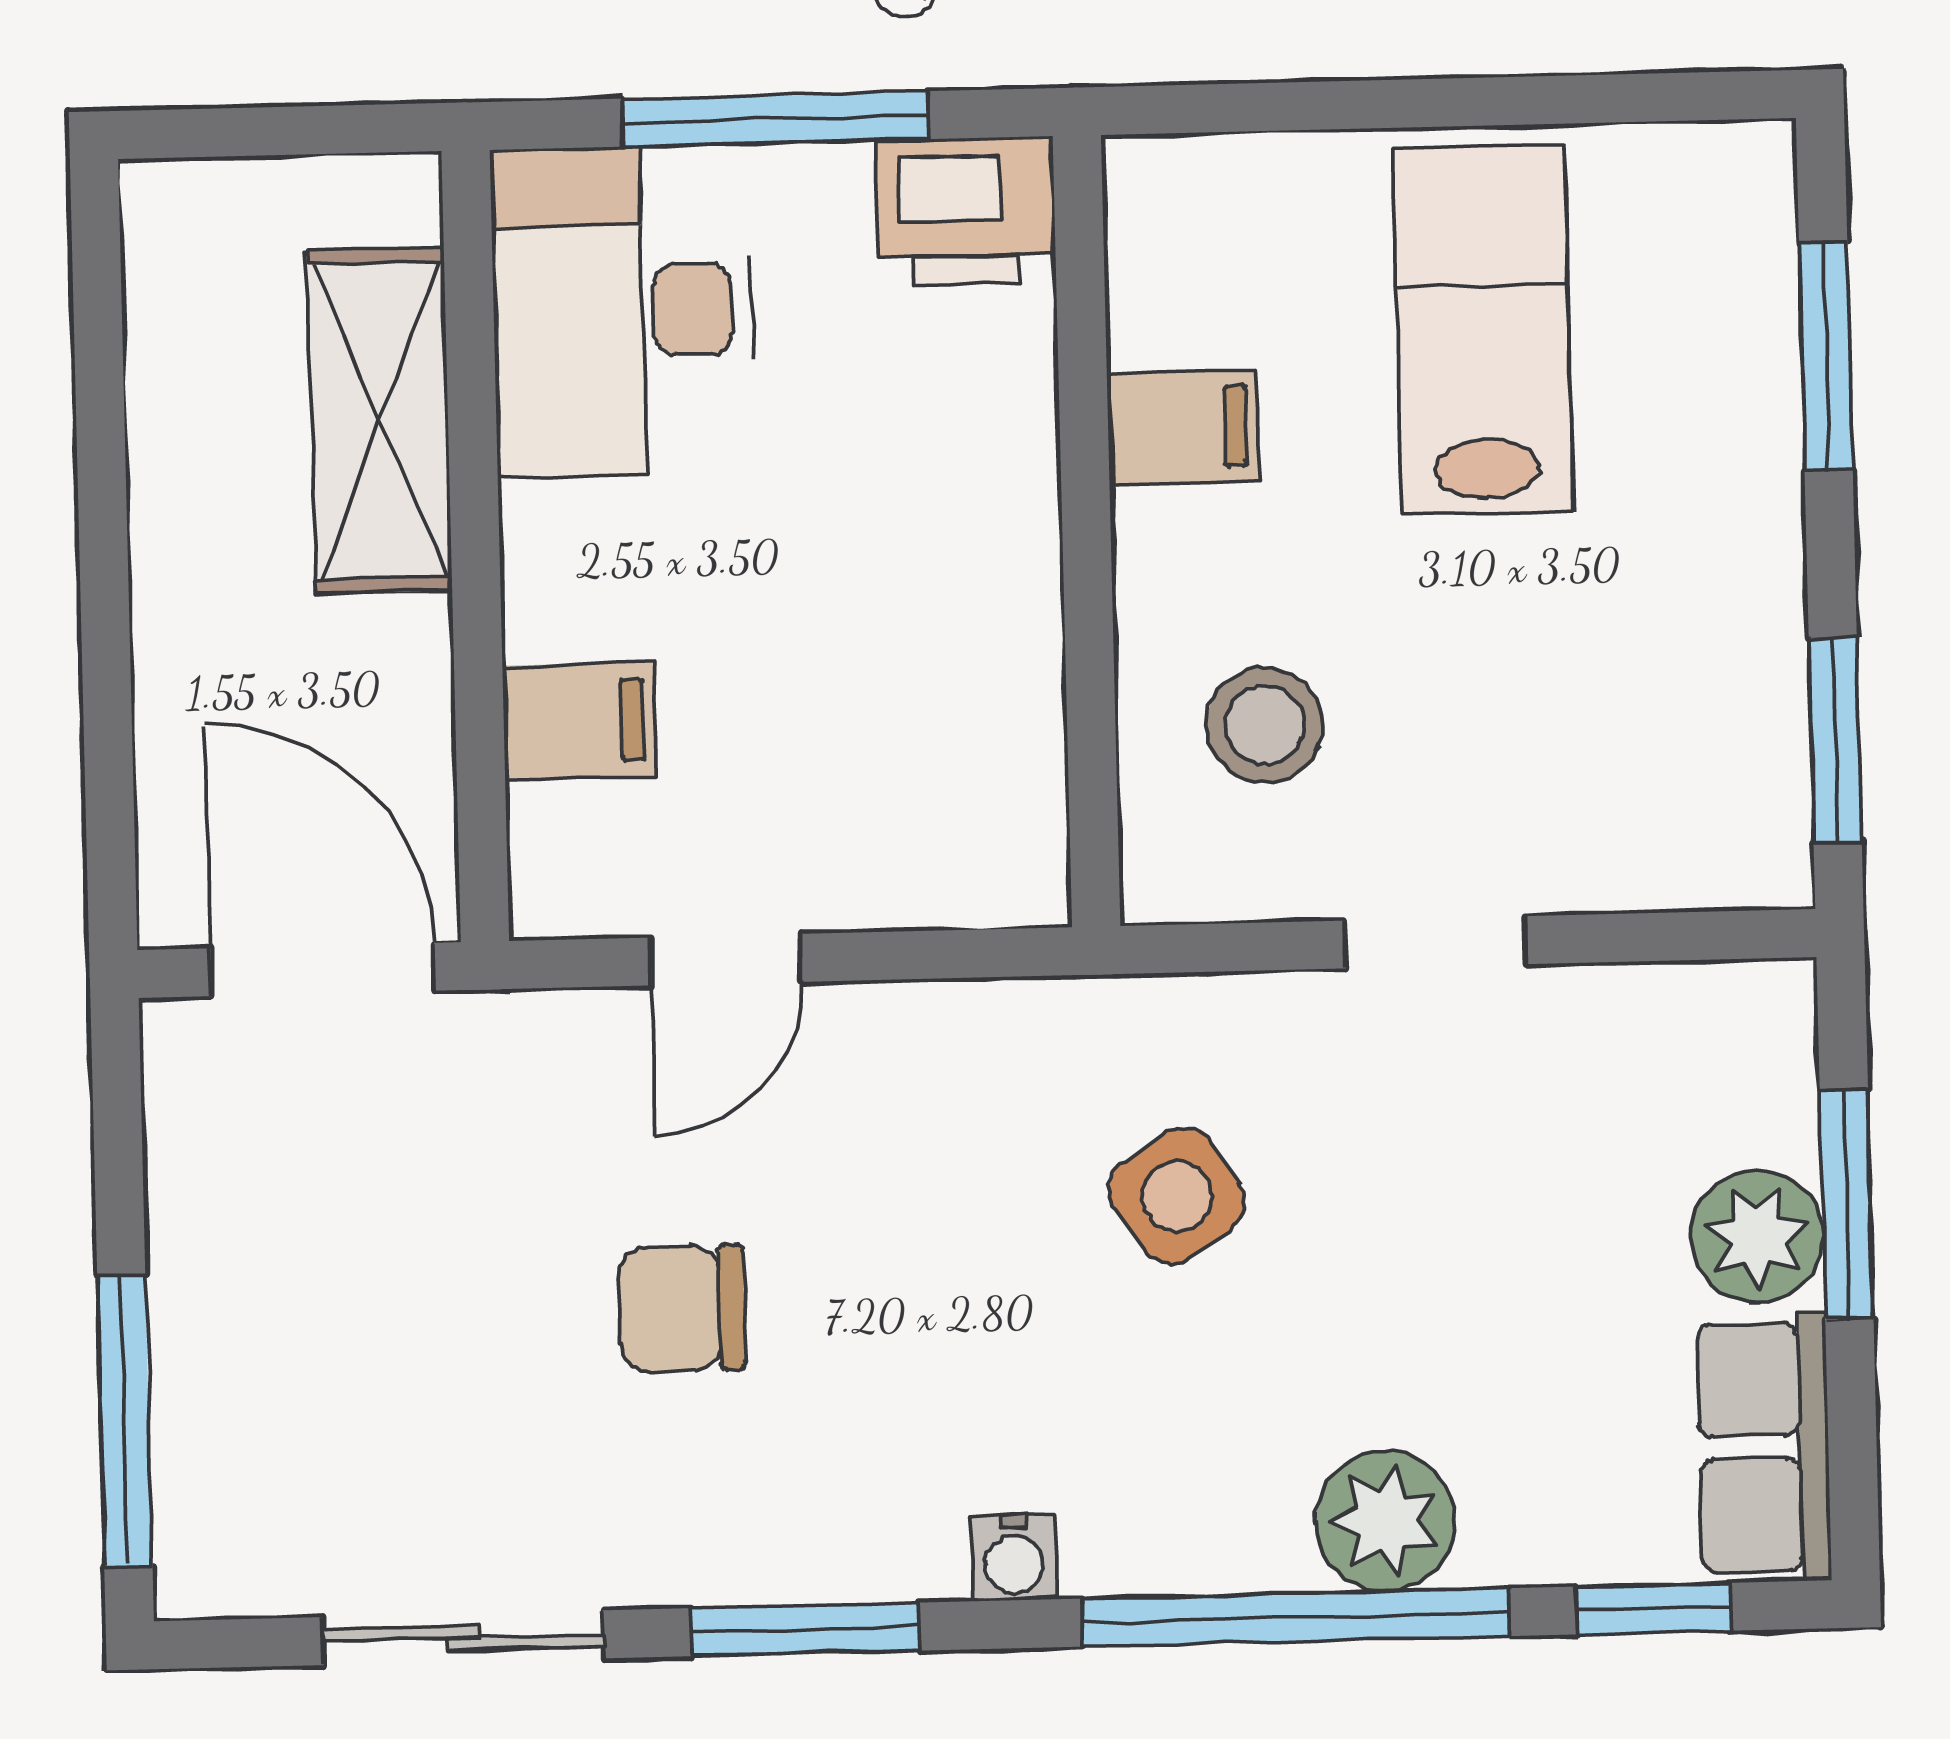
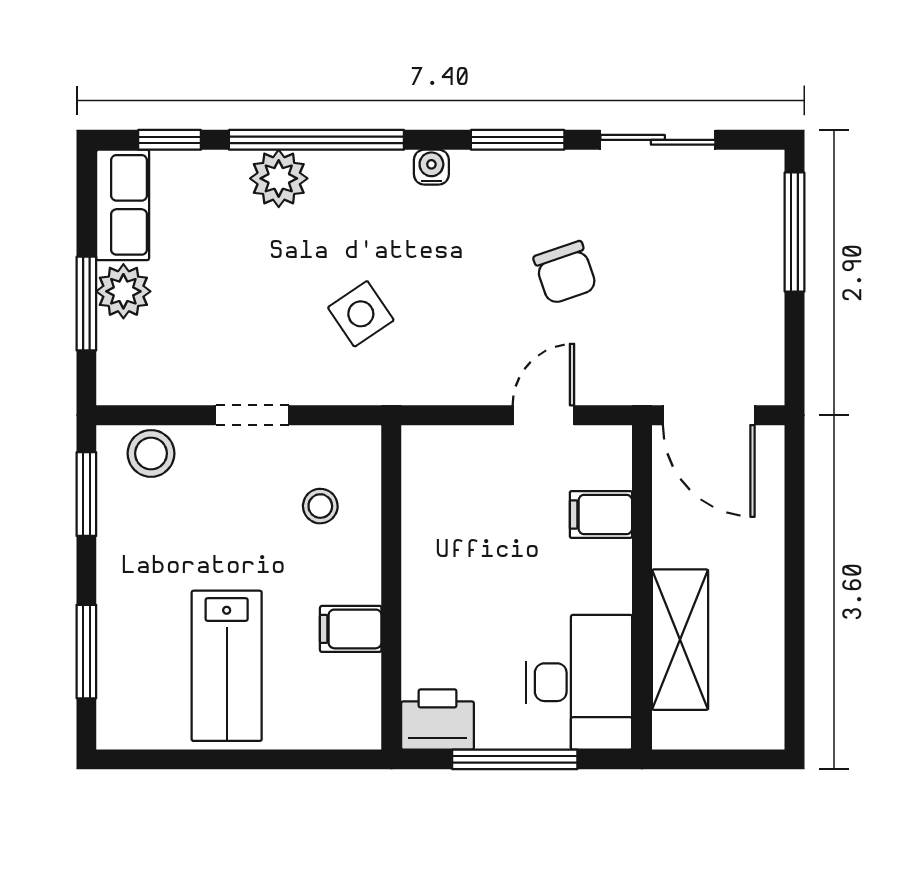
stool: (1264, 725) -> (320, 506), width x0.73, depth x0.73
stool: (1680, 843) -> (151, 453), added
chair: (682, 1308) -> (565, 273), turned 71

